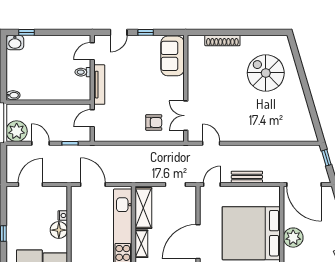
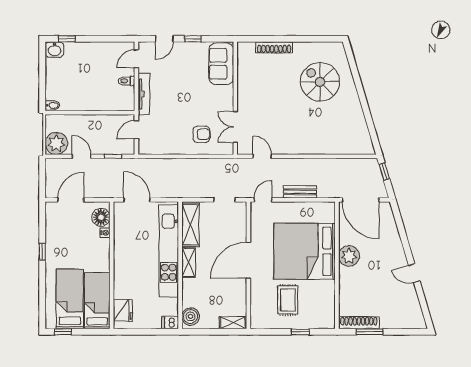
floor lamp: (59, 230) -> (101, 217), moved

